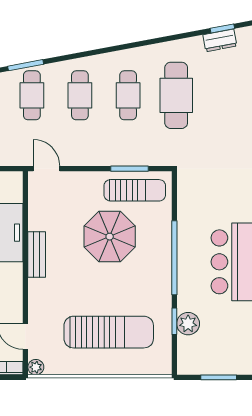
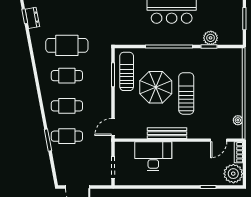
bench: (37, 254) -> (167, 133), width x1.36
sun lounger: (109, 332) -> (186, 94), moved, width x0.73, depth x0.75
plant: (36, 367) -> (238, 120), moved

